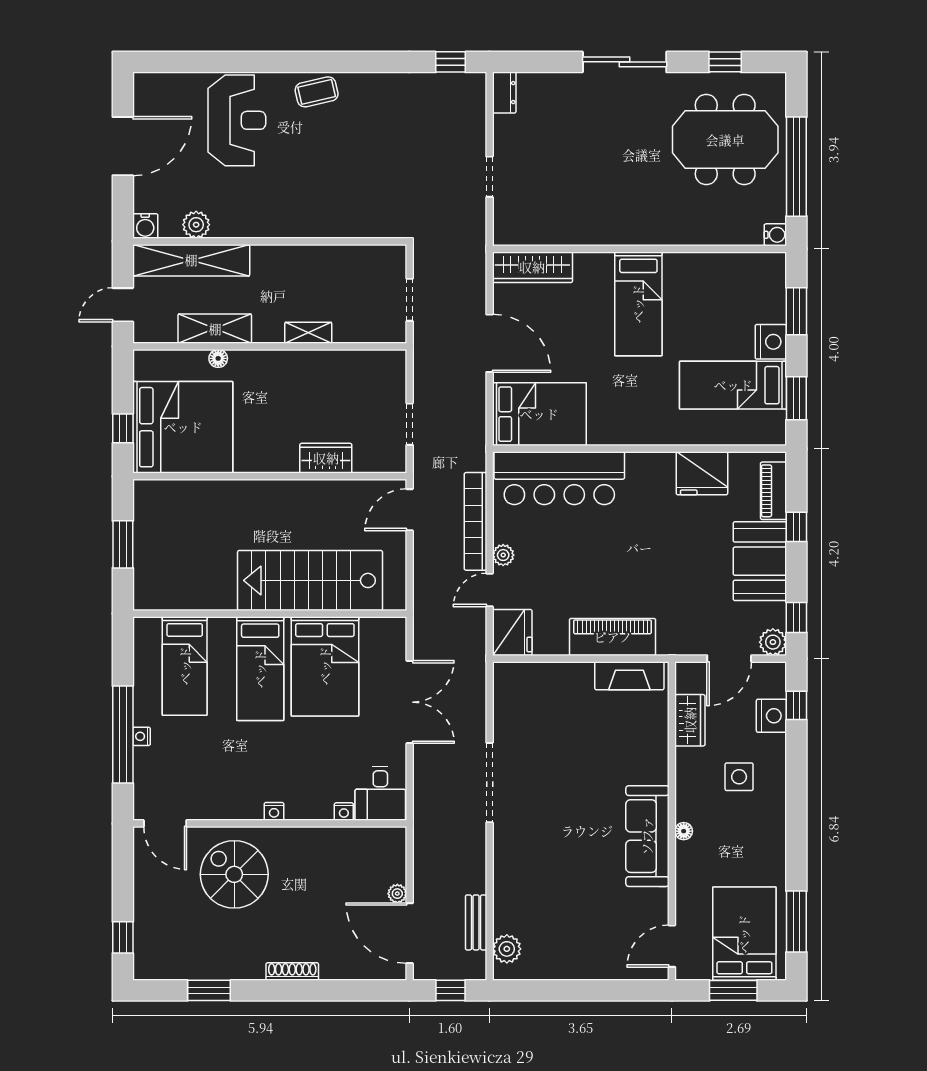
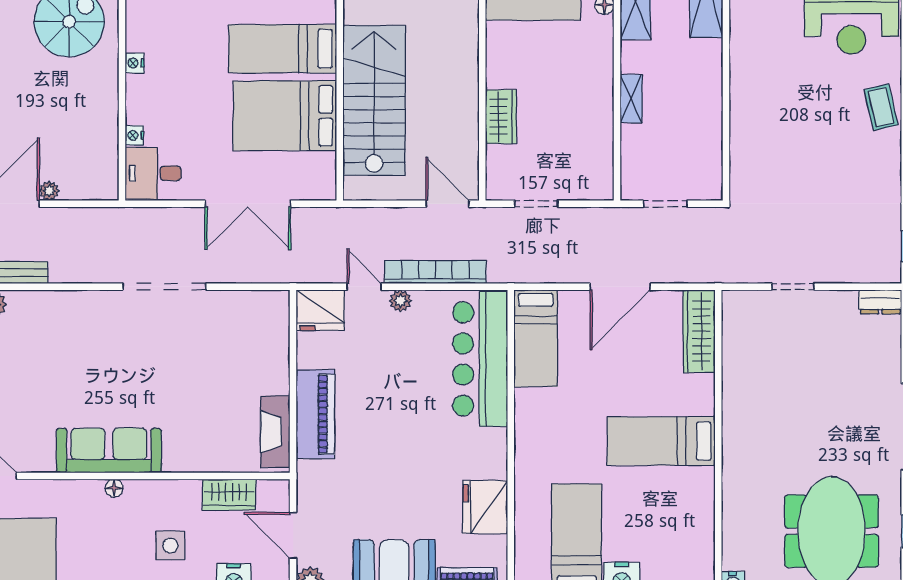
bed: (539, 414) -> (536, 338), width x0.67

